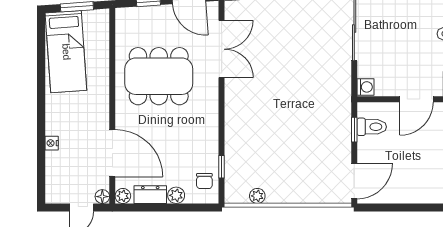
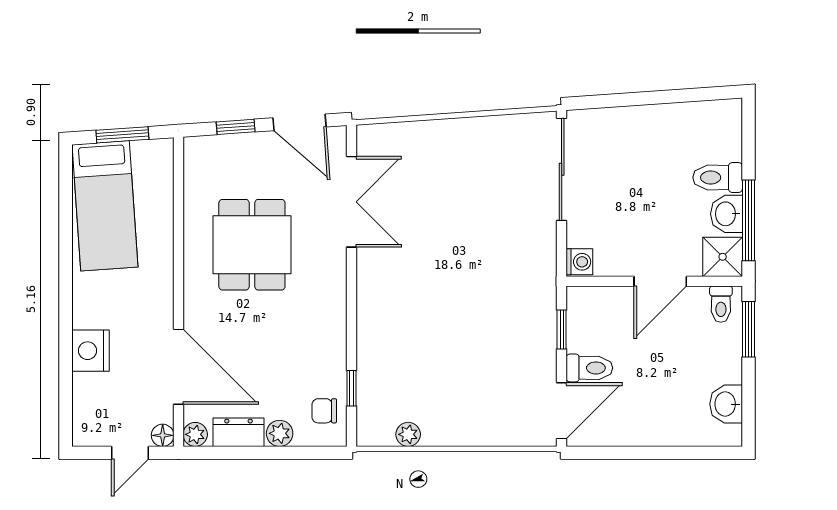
dining table: (159, 76) -> (252, 245), width x0.73
toilet: (372, 127) -> (589, 368), moved
nightstand: (52, 143) -> (90, 351), width x1.89, depth x1.79
chair: (204, 181) -> (324, 411), turned 90

